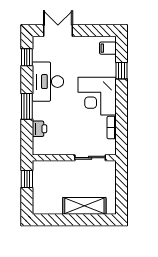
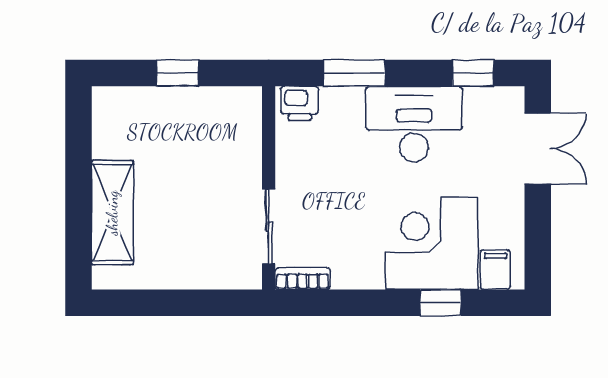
corner desk: (97, 96) -> (431, 243), moved
wall: (74, 158) -> (269, 188), moved
sliding door: (90, 158) -> (269, 227), moved

